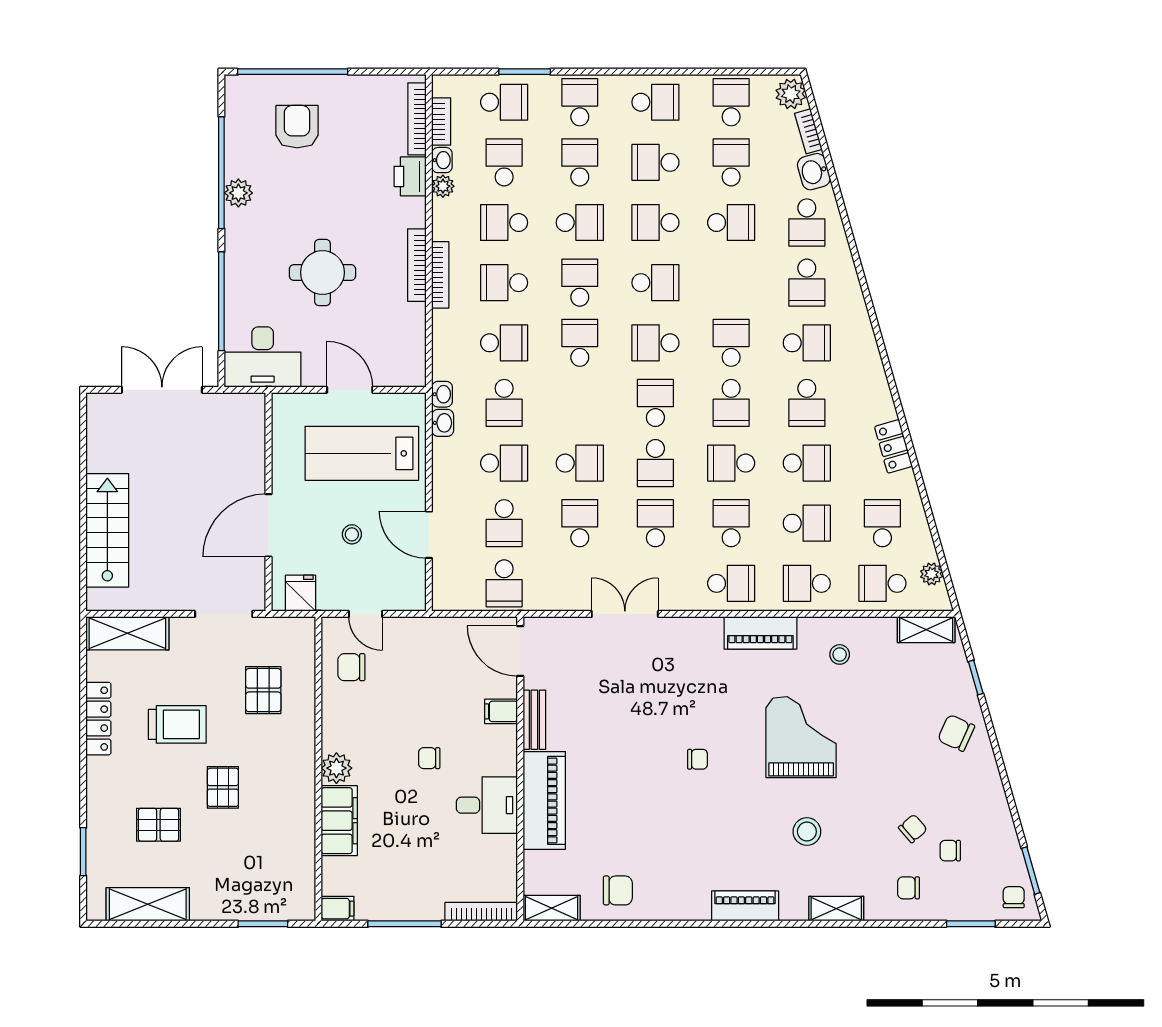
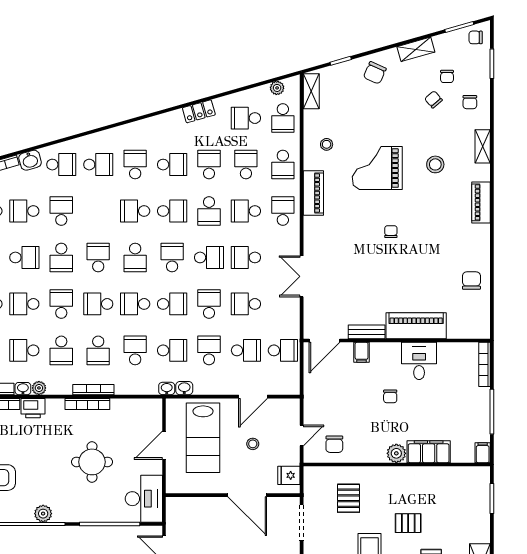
school desk: (655, 162) -> (24, 257), turned -90
school desk: (580, 403) -> (172, 304), added
school desk: (655, 403) -> (172, 257), turned 90
pallet: (263, 690) -> (348, 498), turned 90
shelving: (552, 908) -> (416, 49), moved, turned 74

